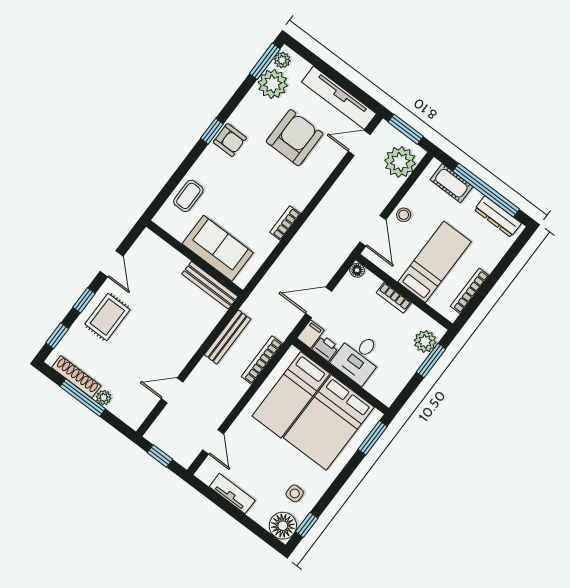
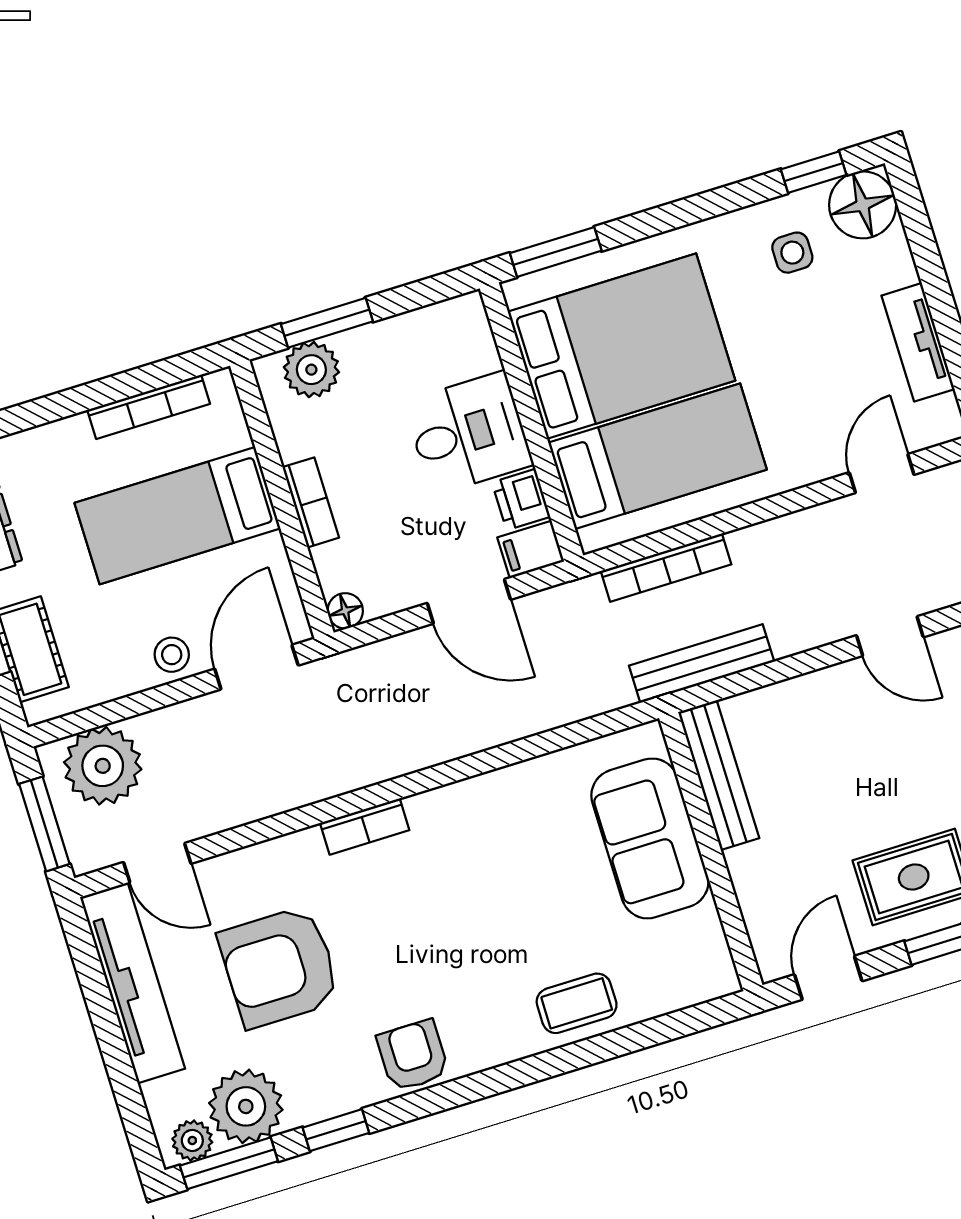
window: (212, 131) -> (336, 1130), moved
bookcase: (285, 223) -> (365, 827), moved
sofa: (218, 248) -> (650, 838), moved
wall: (195, 258) -> (711, 852), moved
bench: (210, 285) -> (719, 775), moved

